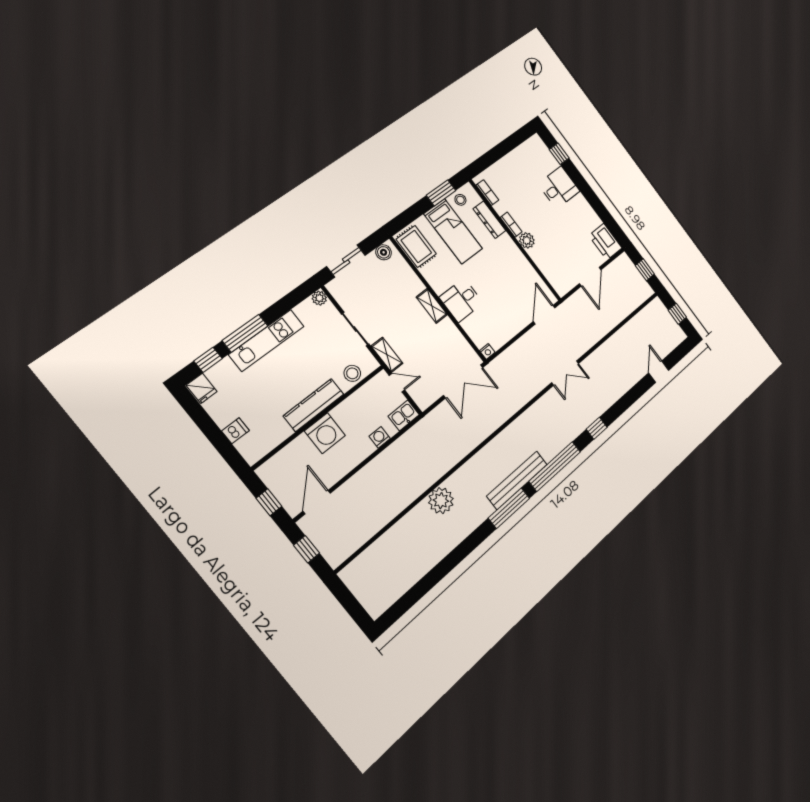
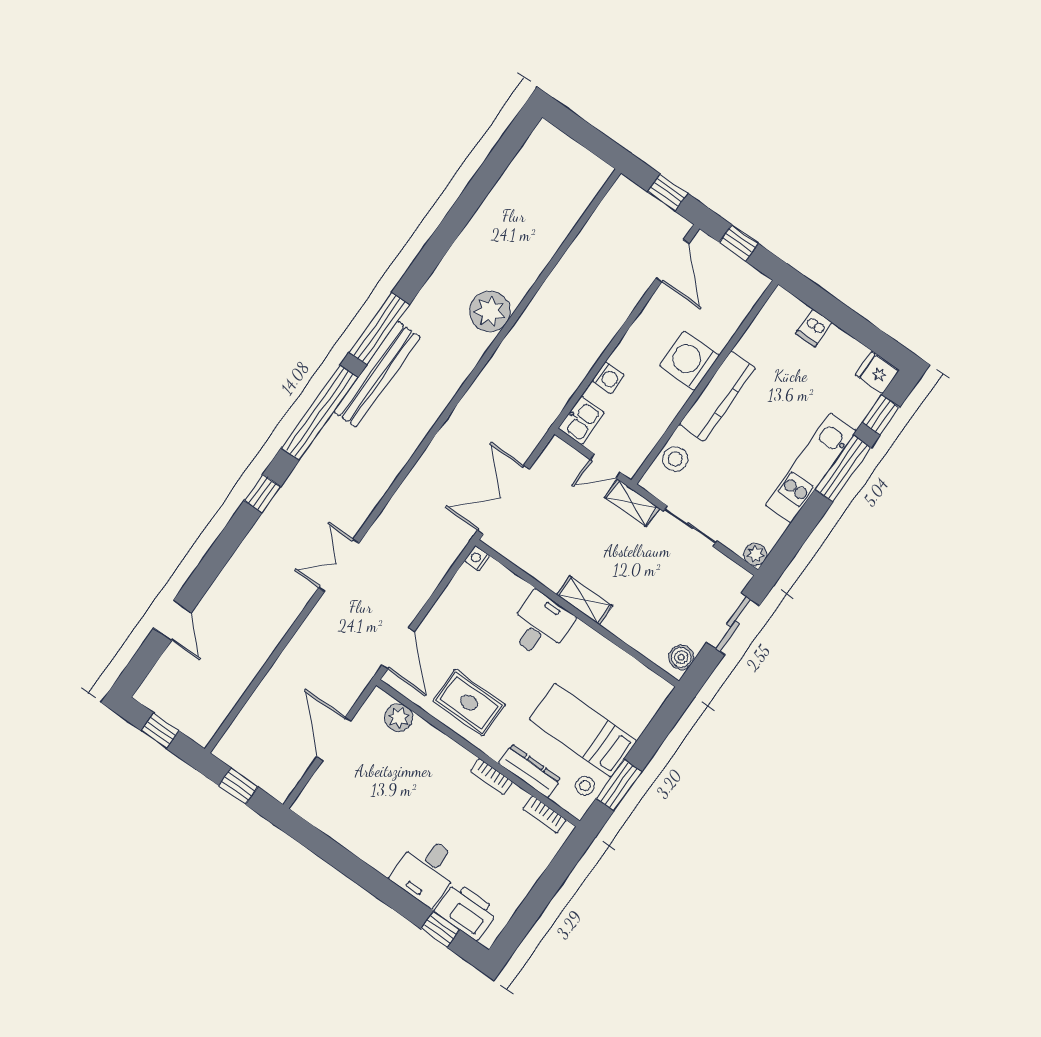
plant: (527, 240) -> (399, 718), moved
printer: (605, 242) -> (466, 911), moved
rug: (416, 247) -> (469, 703), moved

